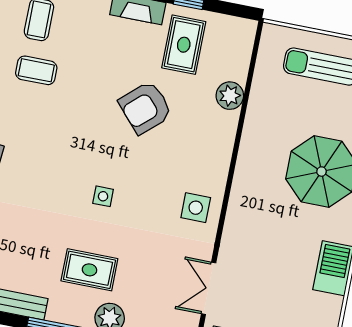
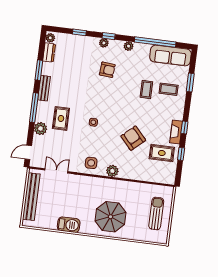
plant: (230, 96) -> (112, 171), moved

